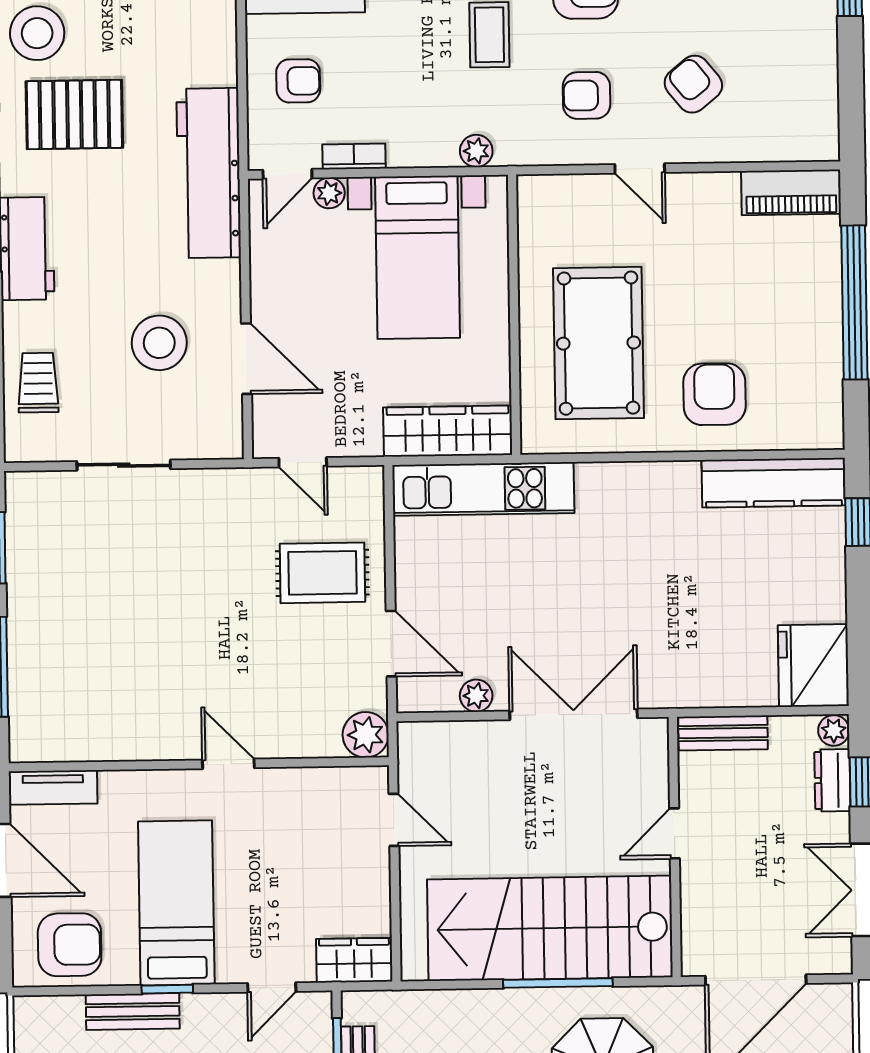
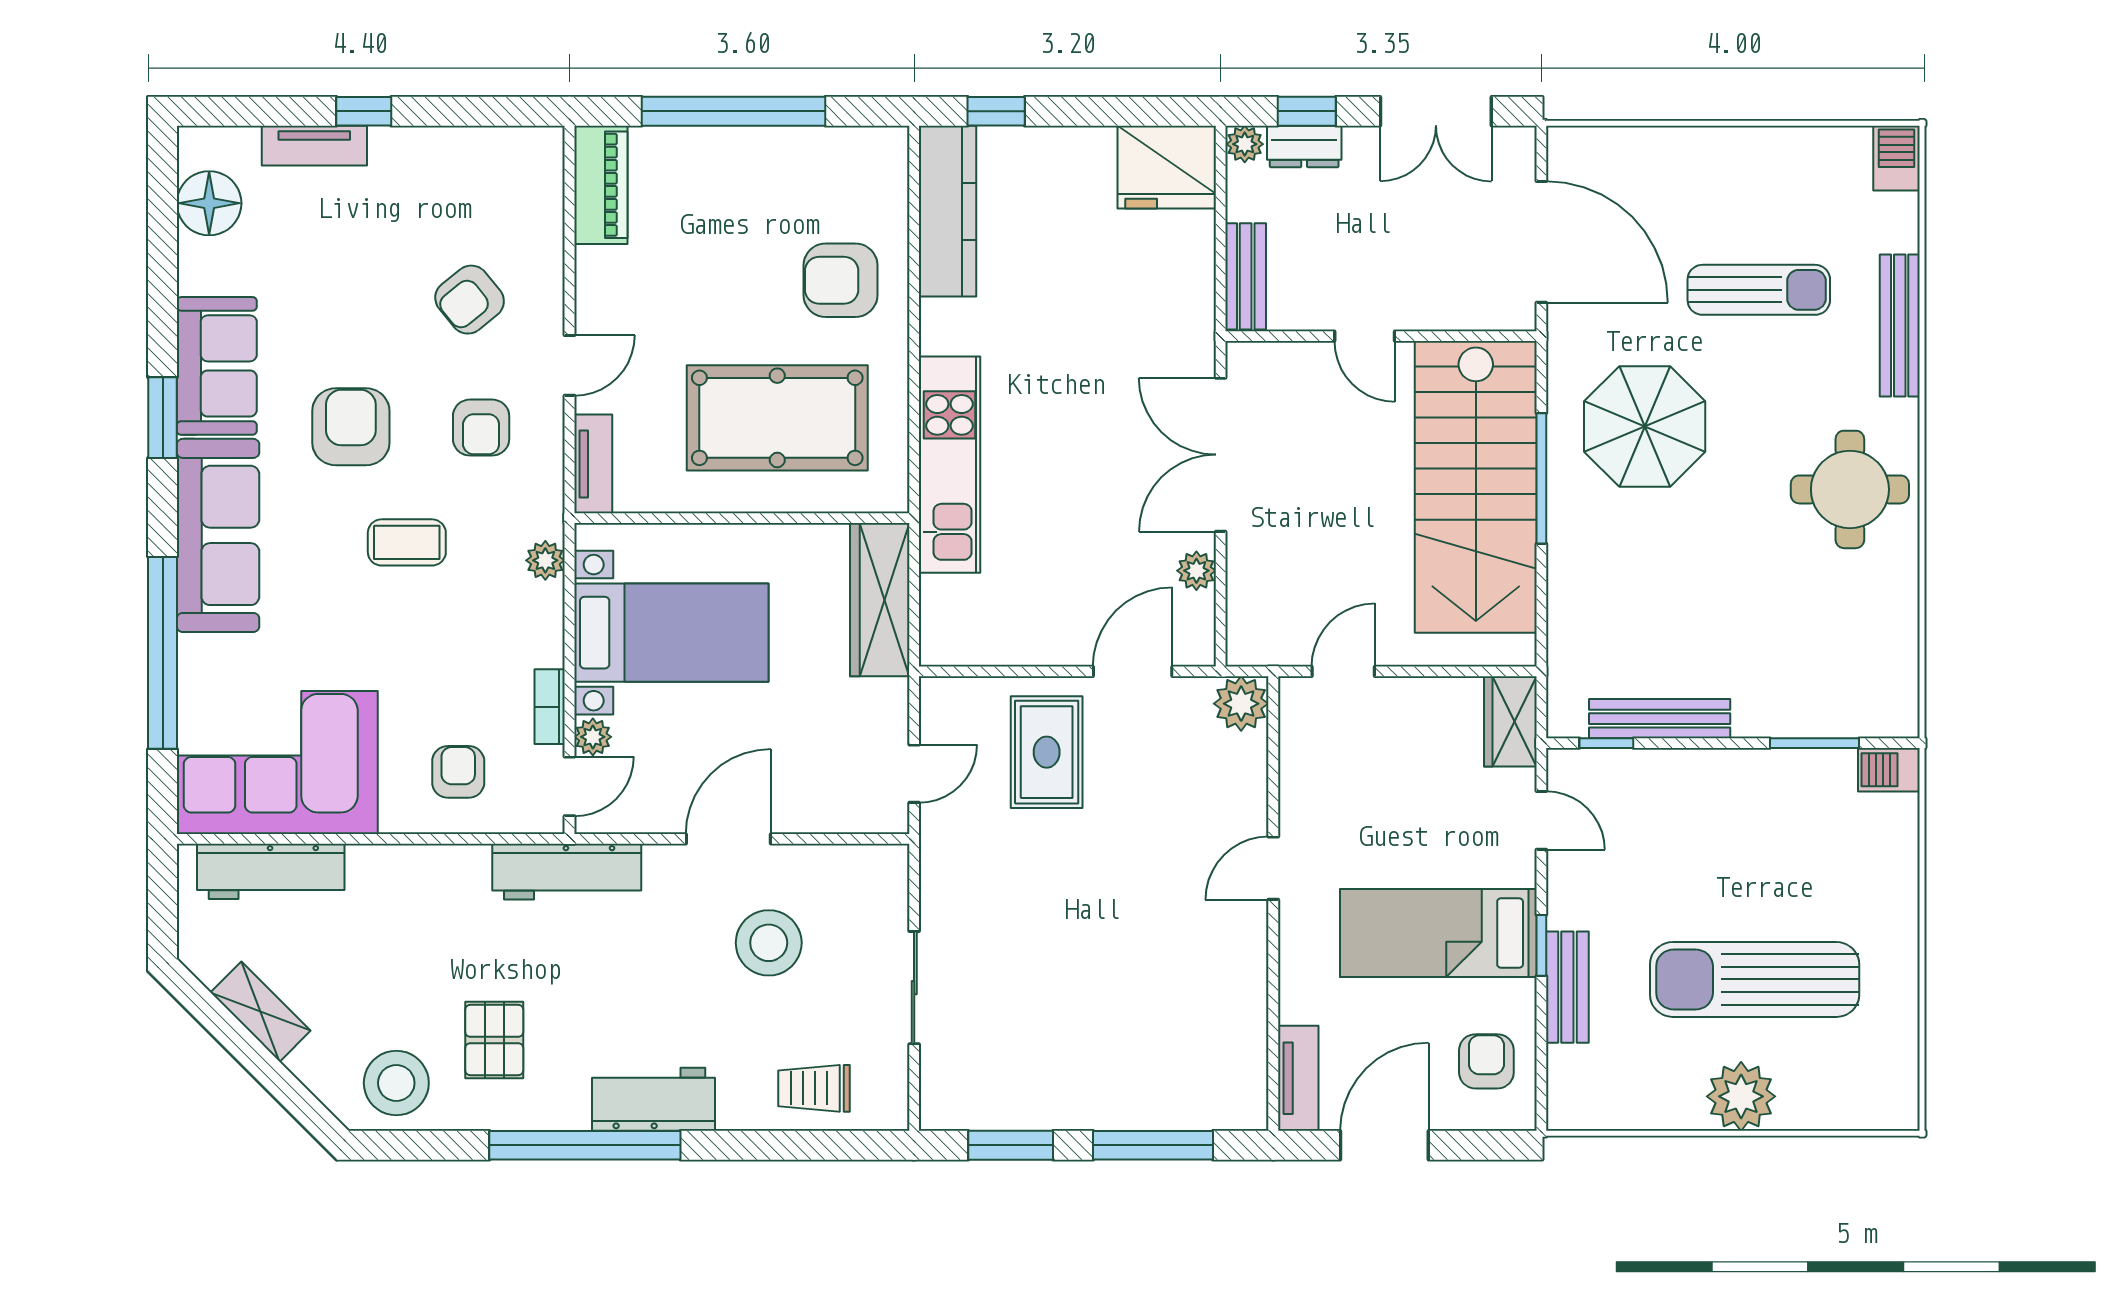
pallet: (74, 114) -> (494, 1040), width x0.67, depth x0.71
workbench: (209, 173) -> (567, 872), width x0.73, depth x0.76
door: (287, 174) -> (569, 786), hinge flipped
tv unit: (558, 190) -> (593, 464), added
door: (246, 359) -> (728, 839), moved
kitchen unit: (483, 489) -> (949, 465), moved
armchair: (70, 945) -> (1486, 1061), width x0.72, depth x0.72

